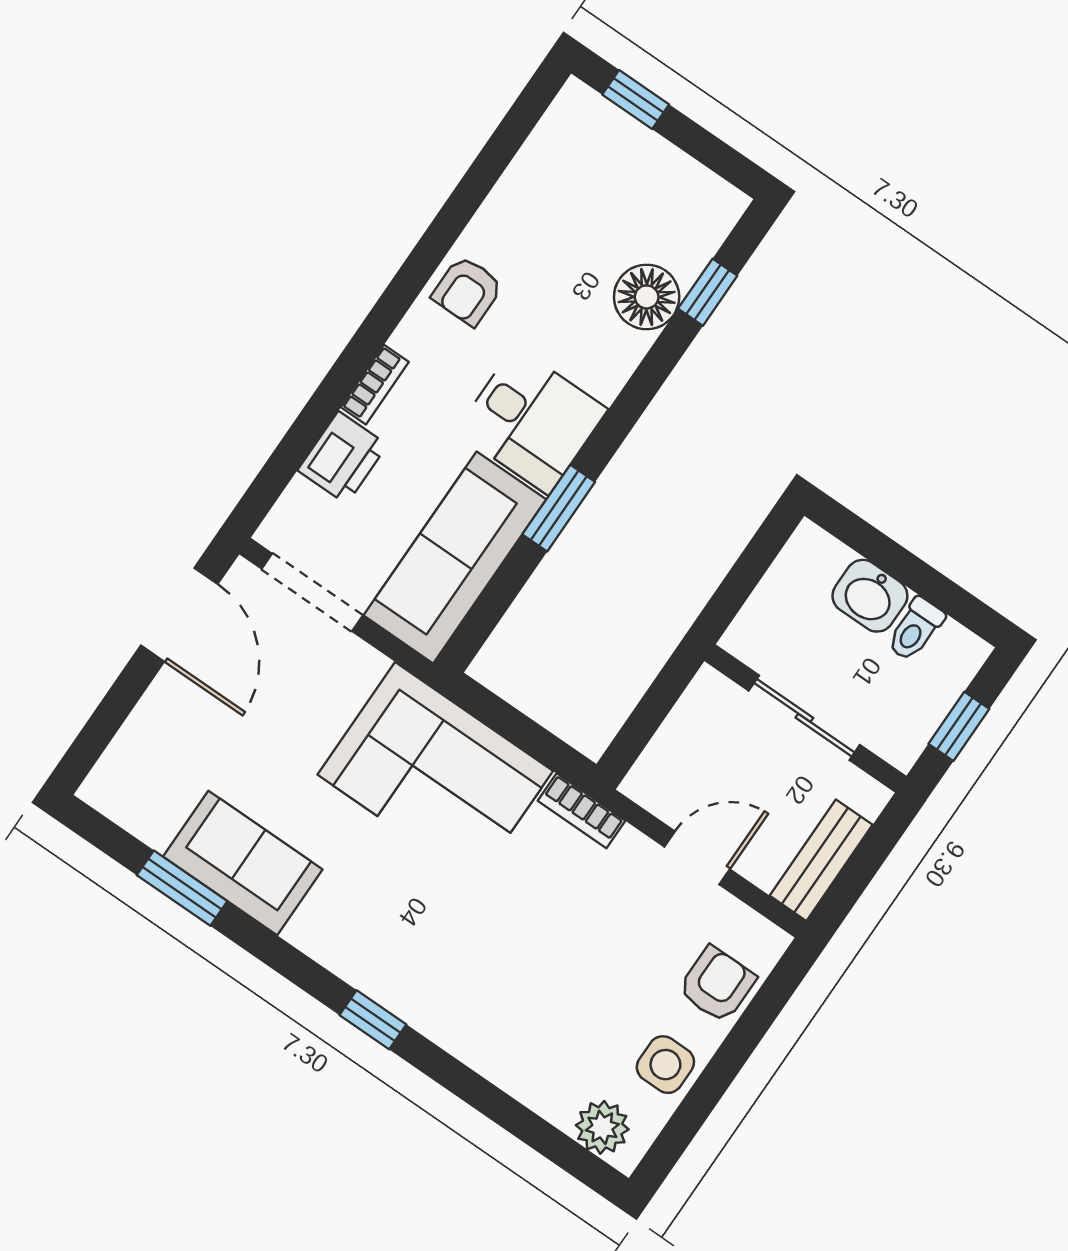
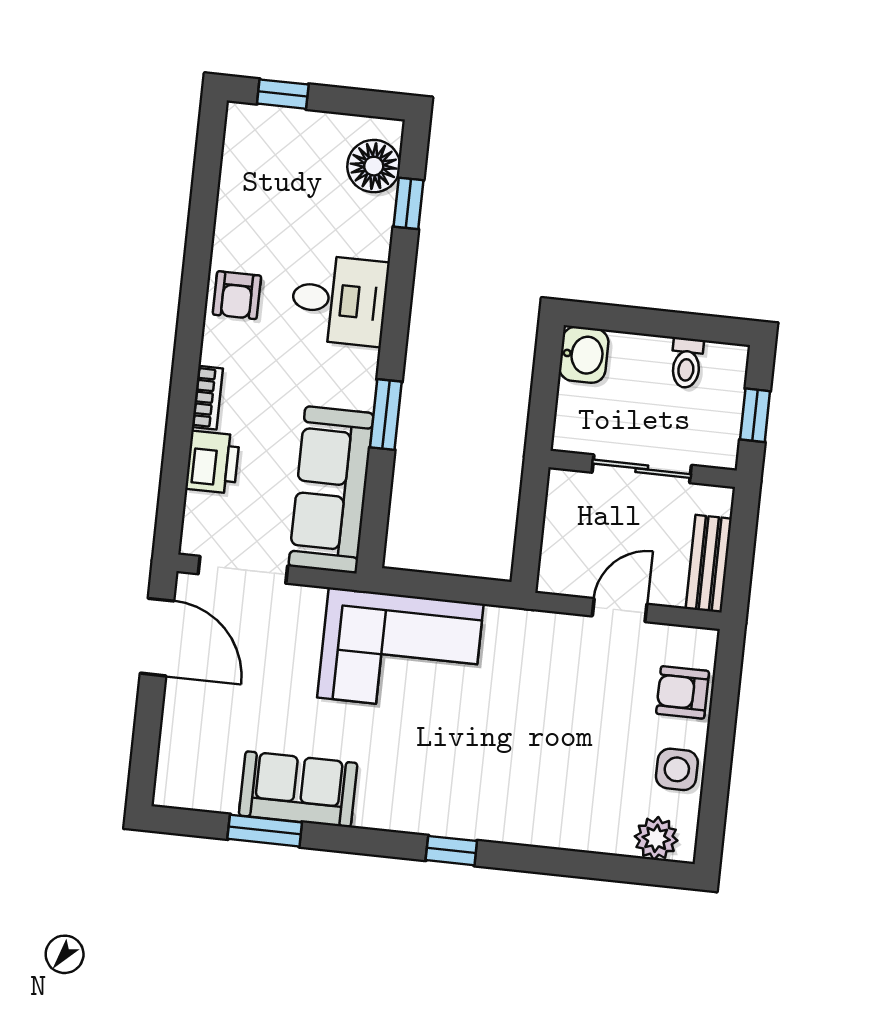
floor lamp: (647, 297) -> (374, 166), moved
desk: (532, 420) -> (339, 300), moved
washbasin: (870, 596) -> (584, 355), moved, turned -90
bookcase: (581, 811) -> (519, 621), removed
armchair: (717, 984) -> (683, 692), turned -90

